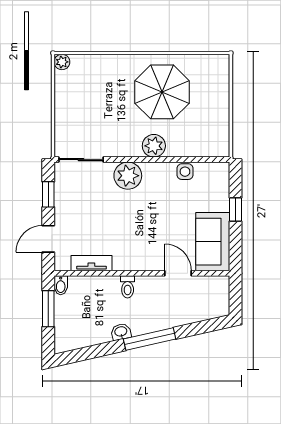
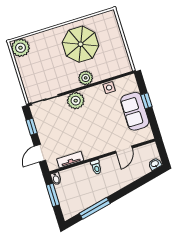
plant: (62, 62) -> (20, 48), width x1.88, depth x1.88
sofa: (213, 242) -> (135, 111), moved
door: (178, 273) -> (124, 150), swing flipped
washbasin: (121, 332) -> (155, 164), moved
window: (150, 339) -> (95, 208), moved

